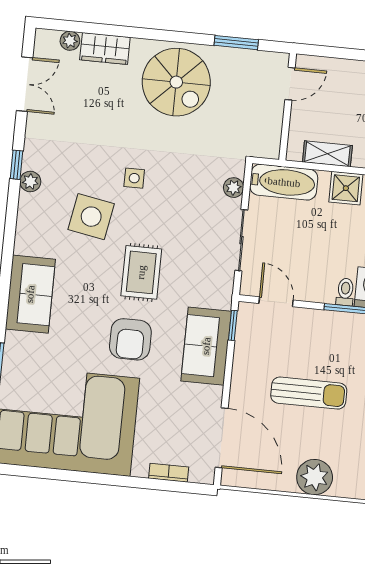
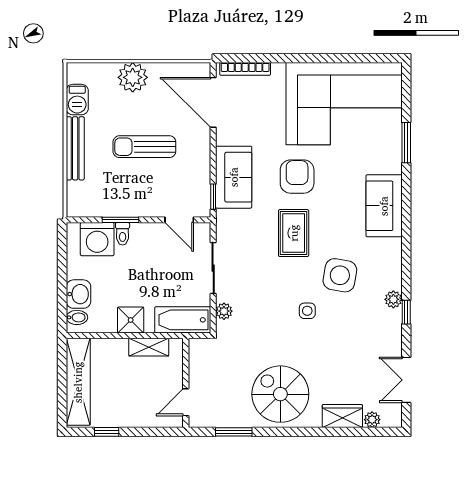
bookcase: (169, 473) -> (245, 69), width x1.56

